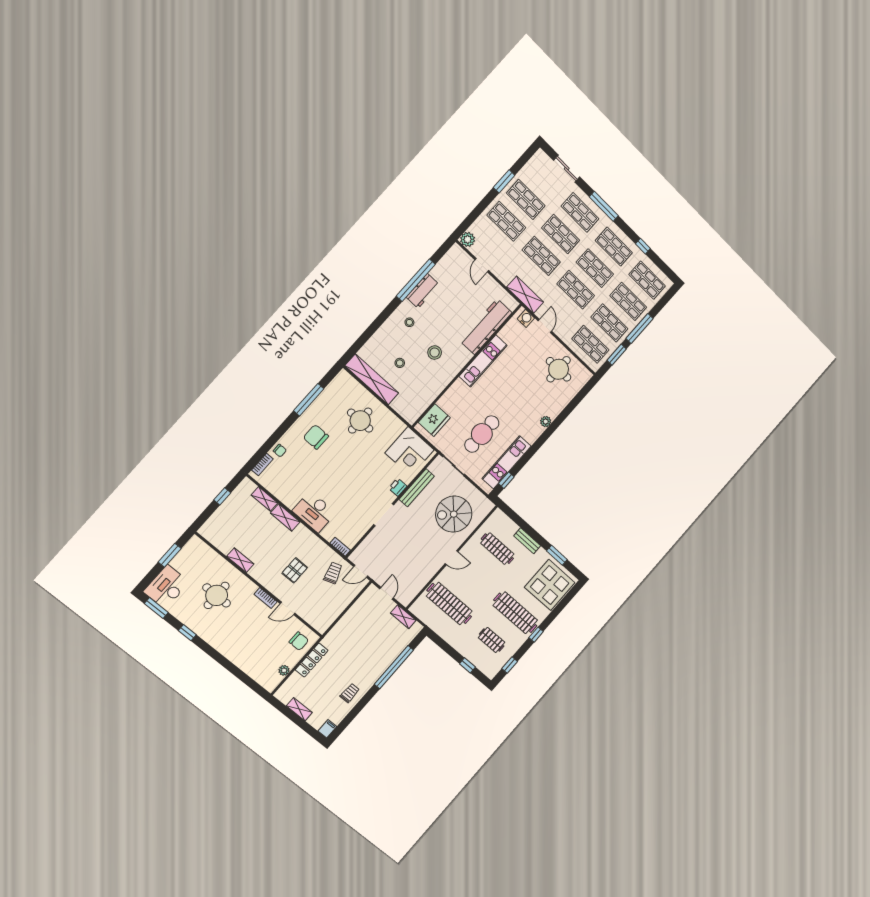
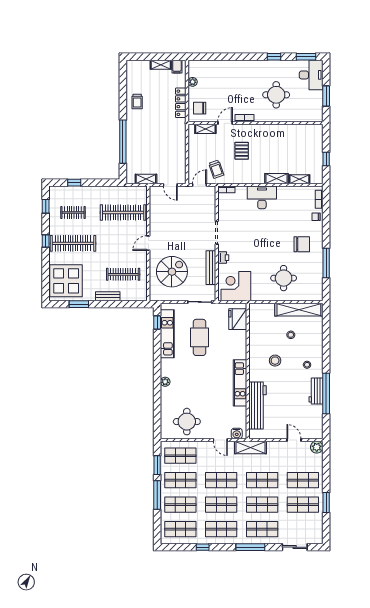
shelving: (240, 560) -> (205, 129), moved
filing cabinet: (327, 729) -> (177, 67), moved

